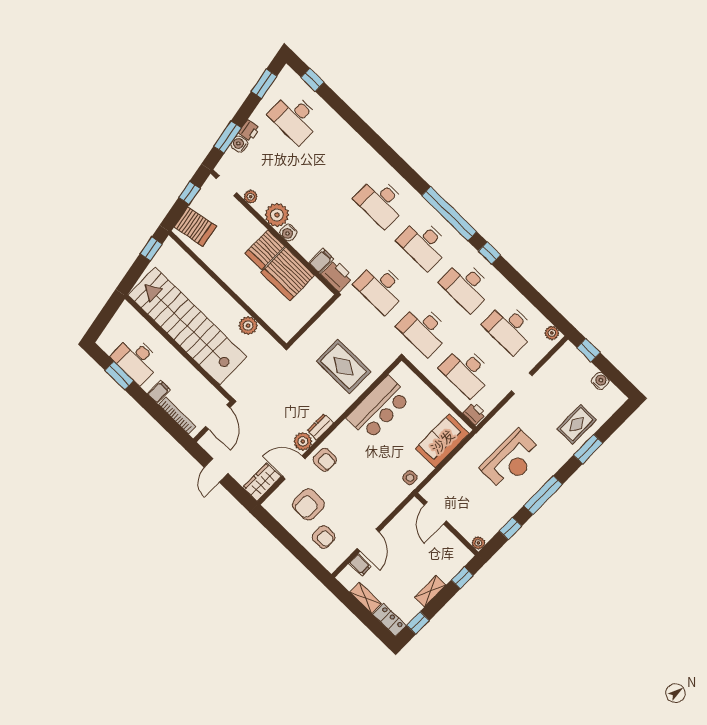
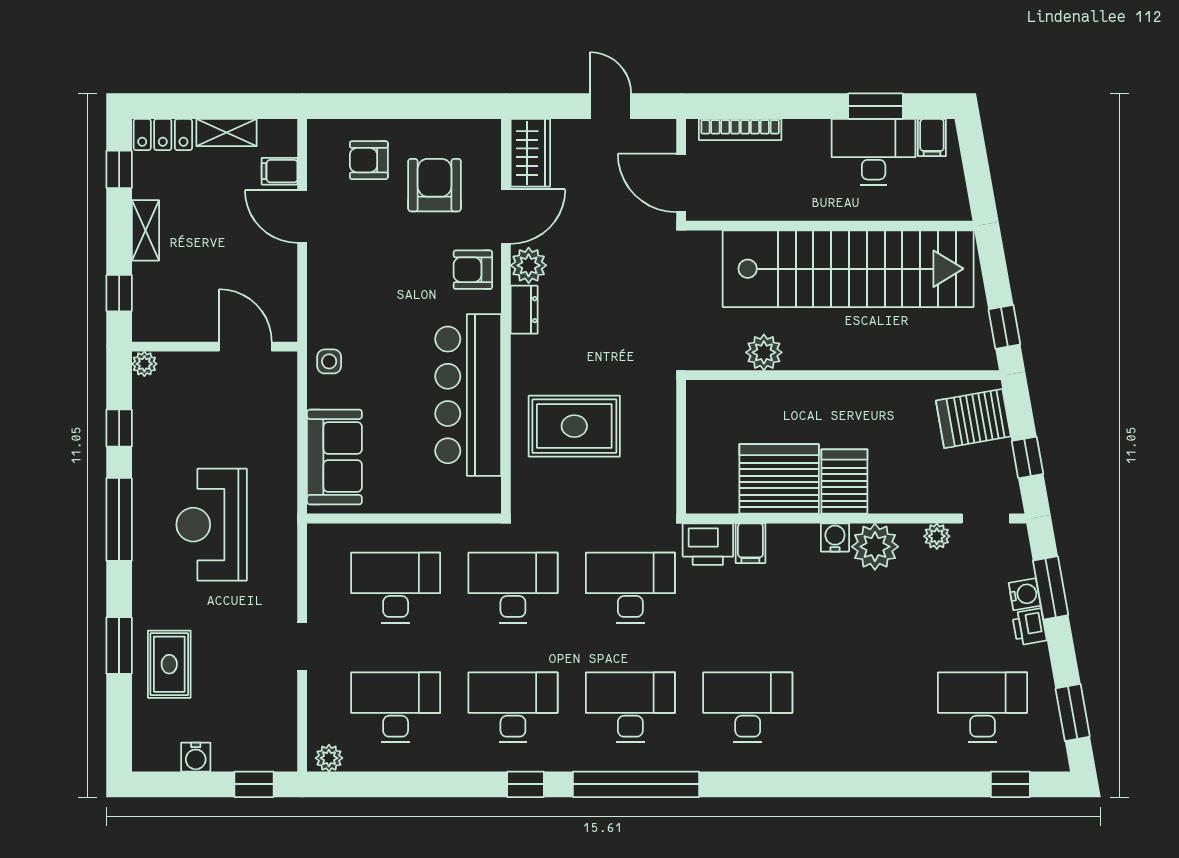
filing cabinet: (159, 392) -> (932, 138), moved
bar counter: (379, 408) -> (468, 395), width x1.36
printer: (474, 414) -> (327, 539), removed

